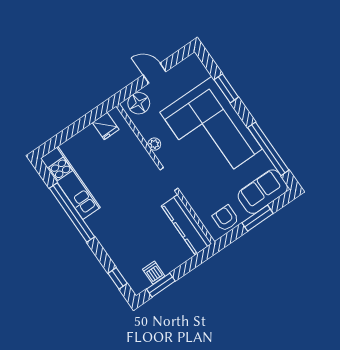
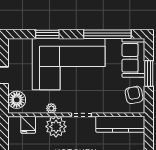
fridge: (106, 126) -> (28, 125), moved, turned 90
plant: (139, 162) -> (56, 127), added
armchair: (226, 218) -> (134, 95), turned 79

